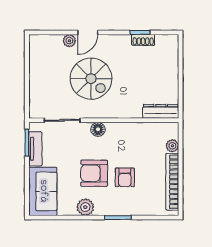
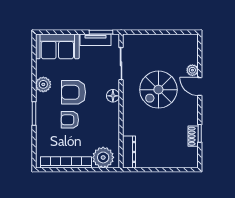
plant: (172, 146) -> (103, 157), width x1.88, depth x1.88
armchair: (94, 173) -> (74, 92), turned -90

